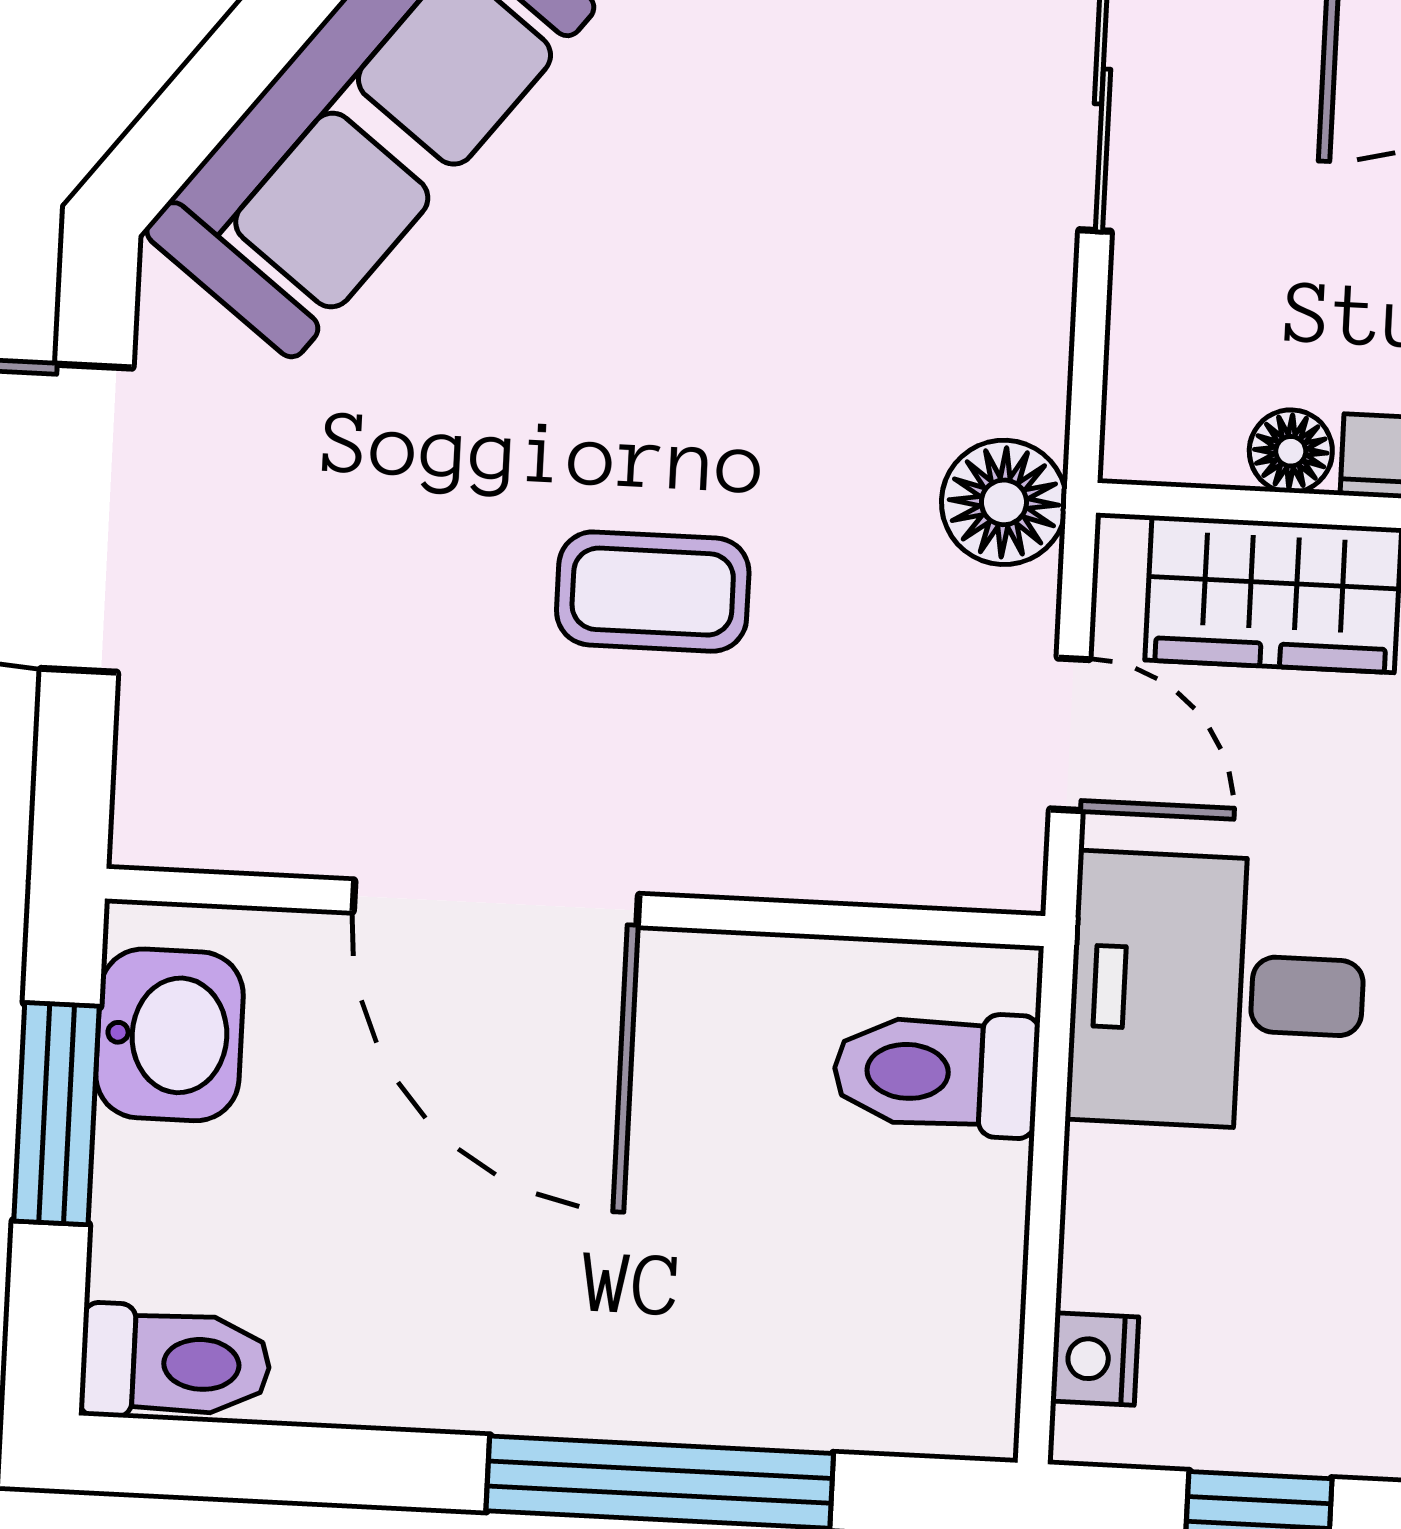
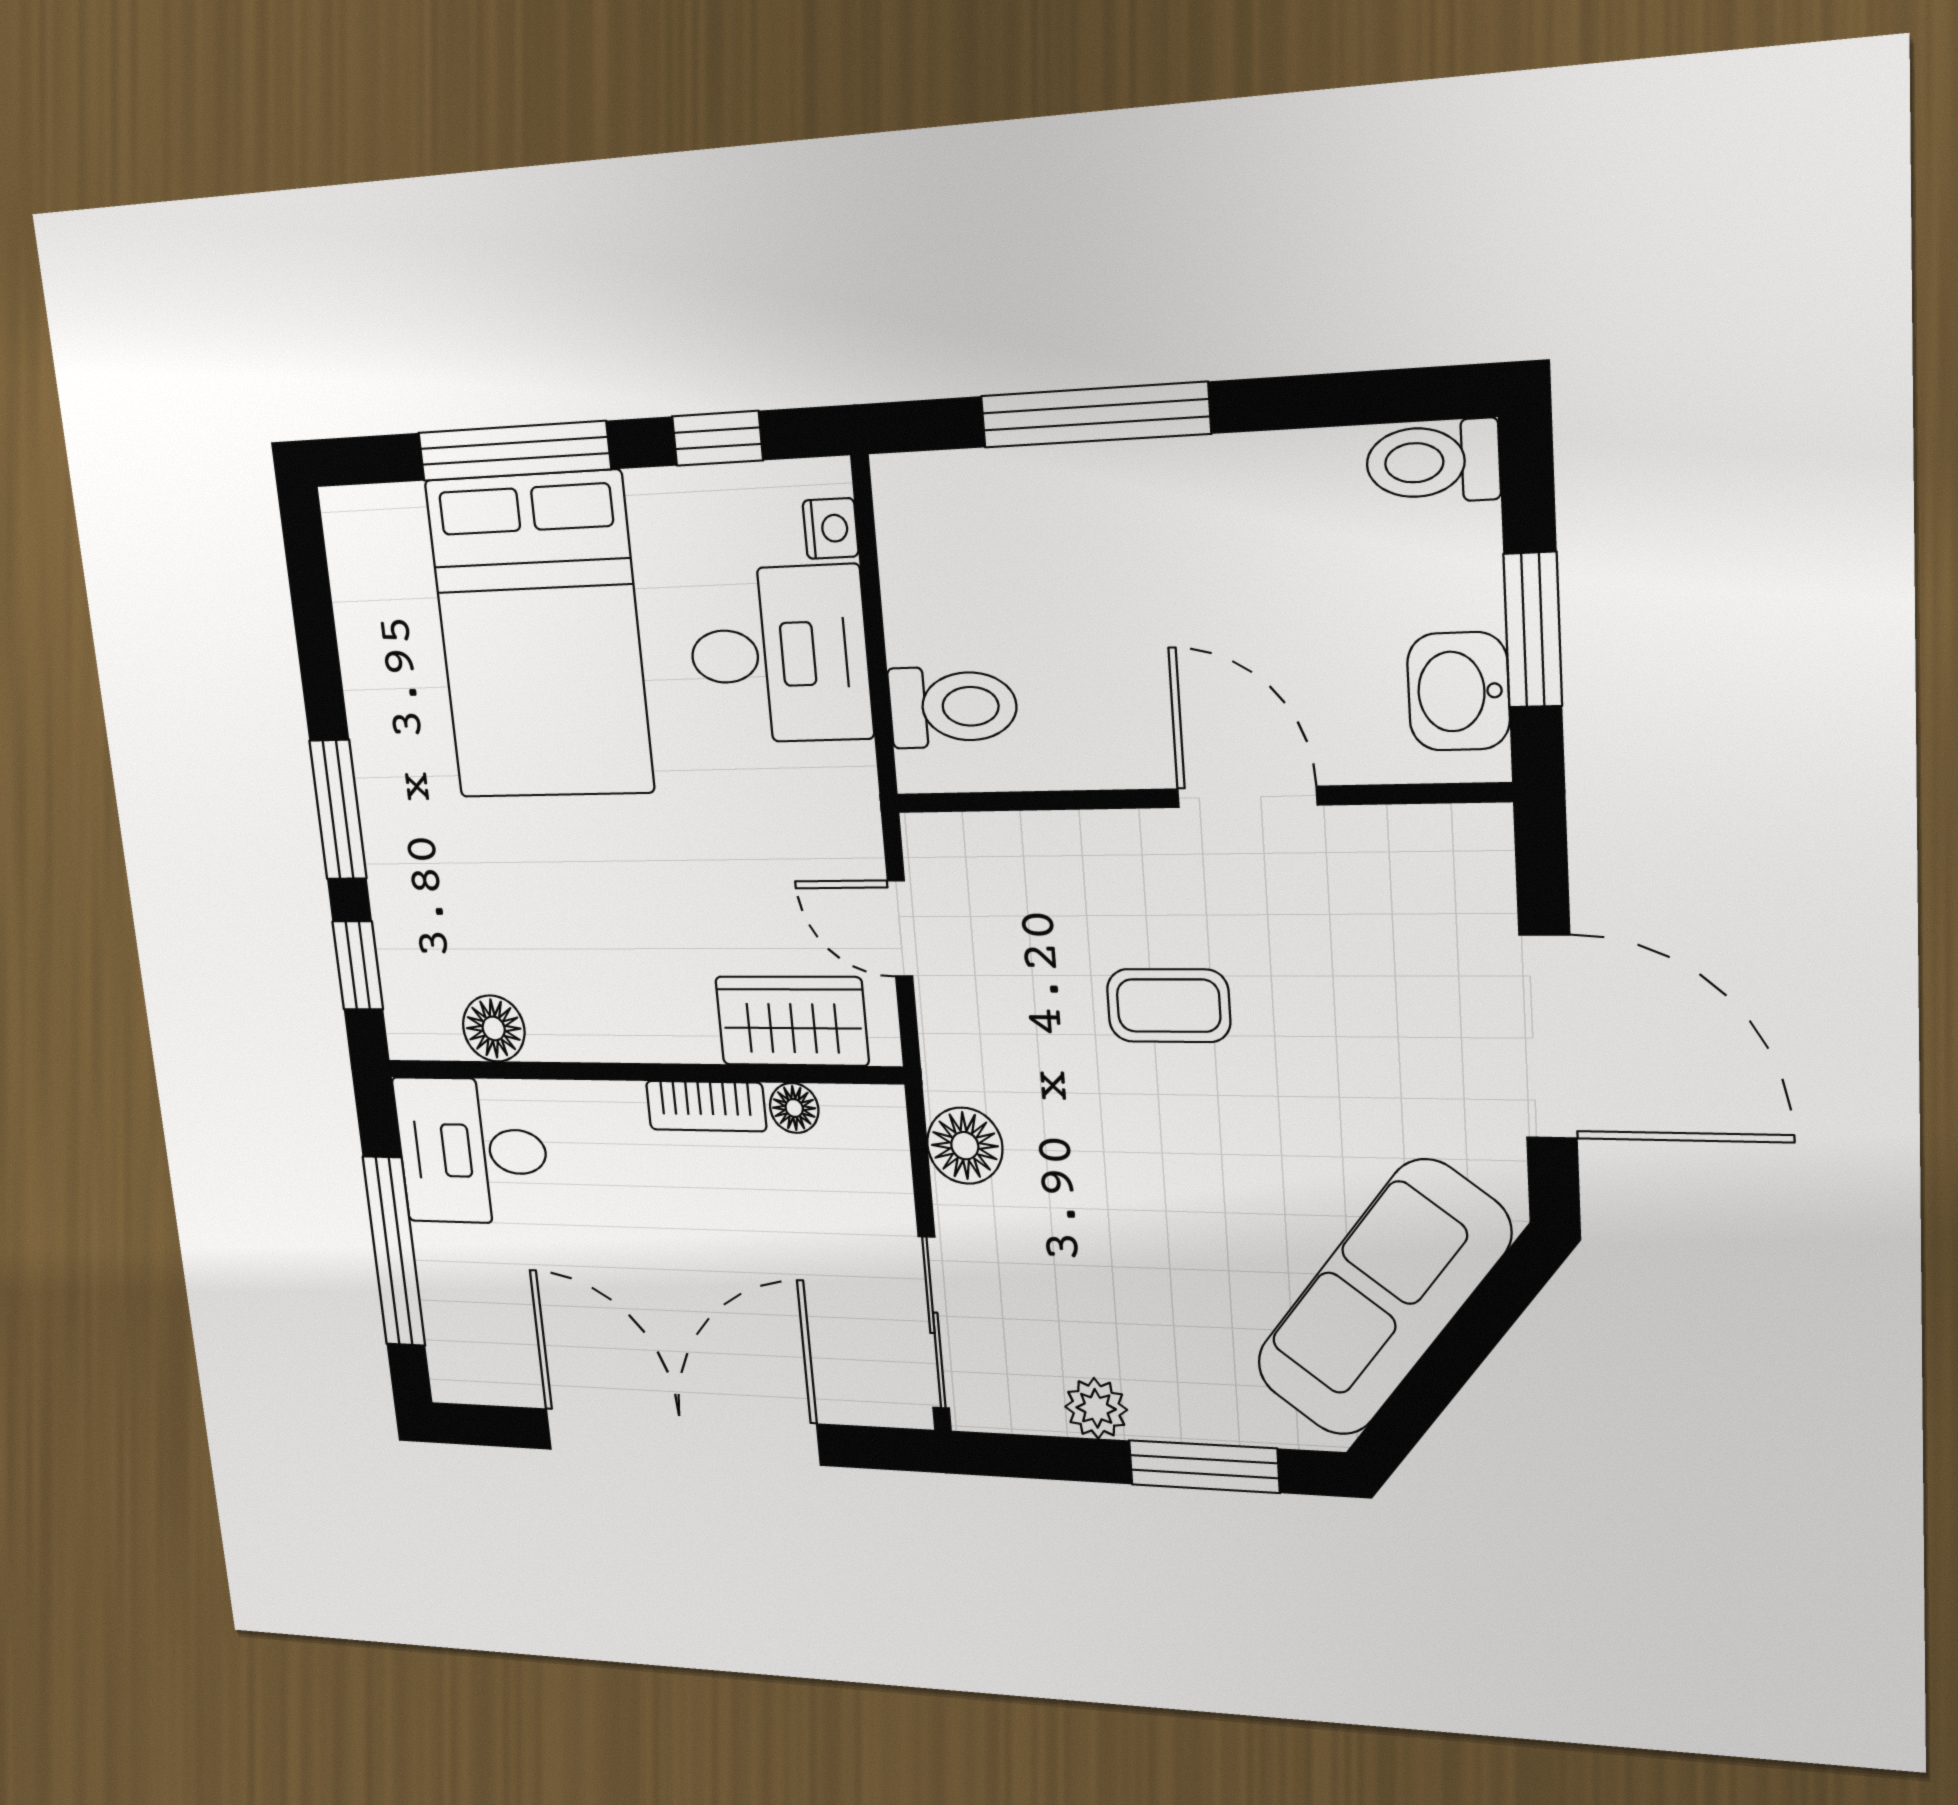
floor lamp: (1004, 502) -> (965, 1146), moved
door: (496, 903) -> (1247, 797), width x0.73
desk: (1217, 992) -> (779, 655), moved

